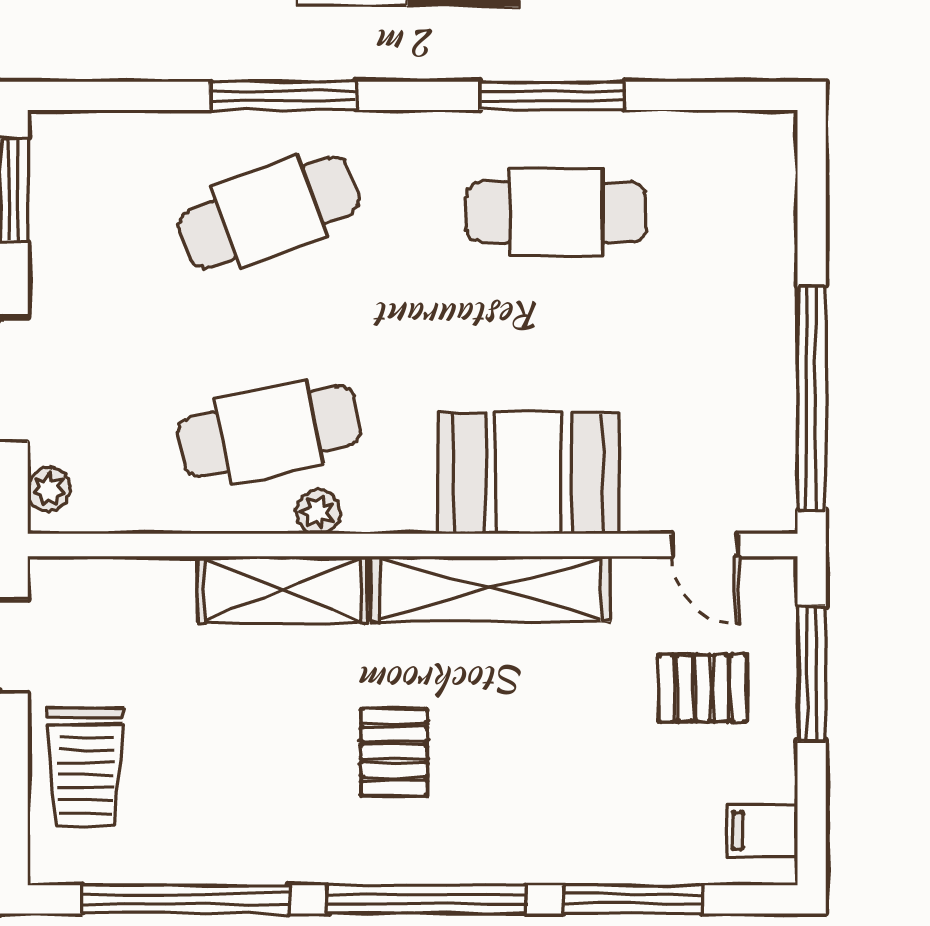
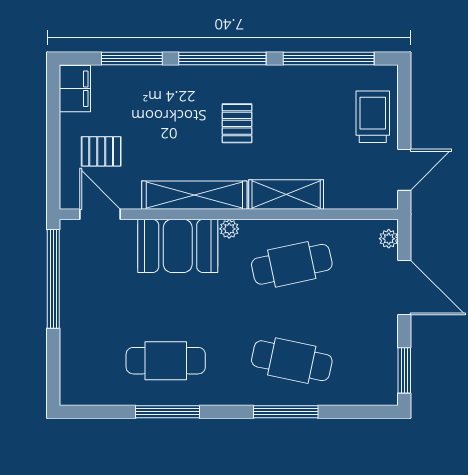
cafe table: (269, 212) -> (292, 361), turned 33
plant: (318, 512) -> (229, 229), moved
door: (705, 545) -> (100, 214), width x1.37
window: (812, 673) -> (53, 158), removed
filing cabinet: (762, 831) -> (75, 89), width x2.00

